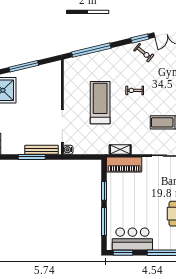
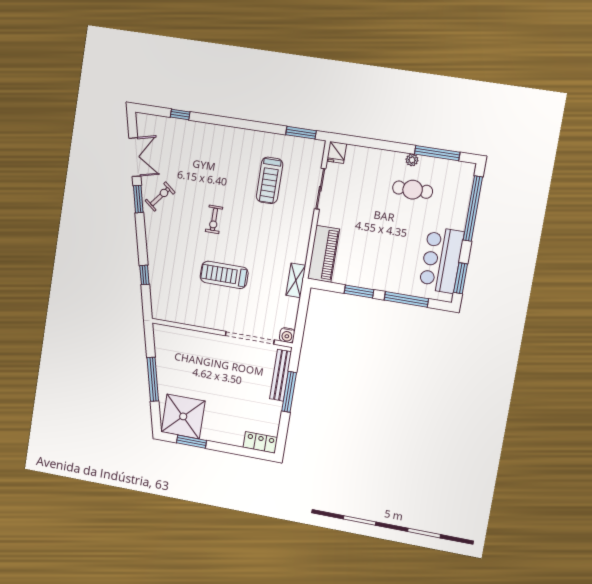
window: (91, 50) -> (144, 275), width x0.32
treadmill: (100, 103) -> (224, 275), width x0.73, depth x0.73
shelving: (120, 150) -> (296, 280), moved

